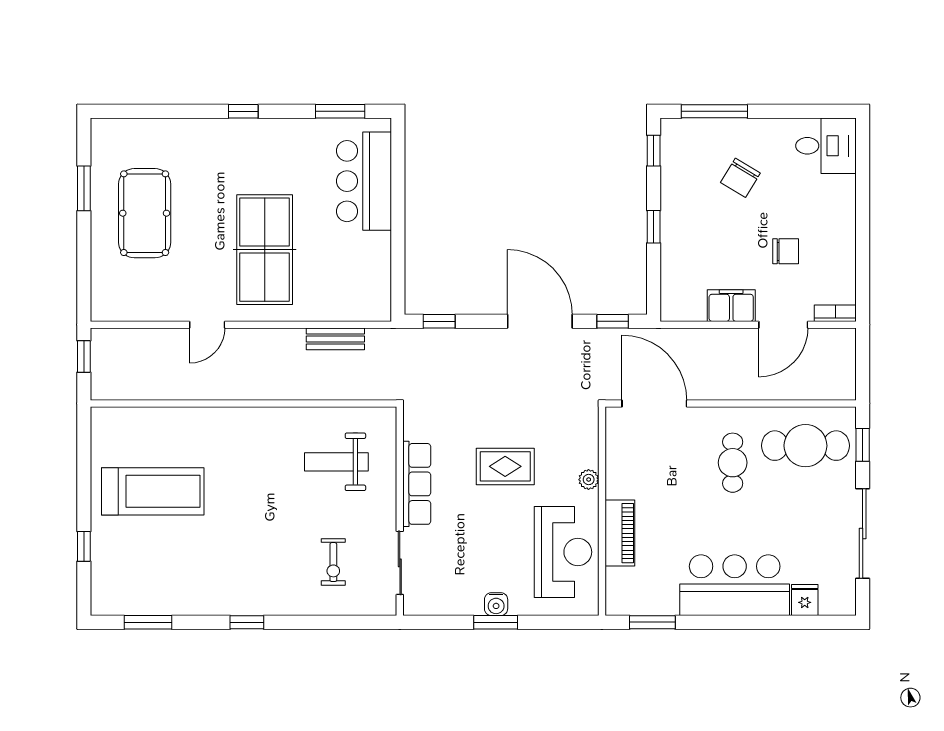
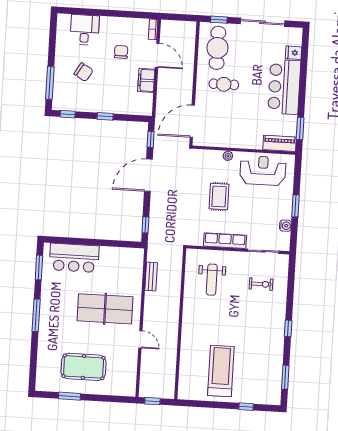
window: (243, 111) -> (36, 315), width x2.17
desk: (826, 146) -> (85, 30), moved
piano: (620, 533) -> (280, 143), moved
water cooler: (496, 604) -> (285, 226), moved

